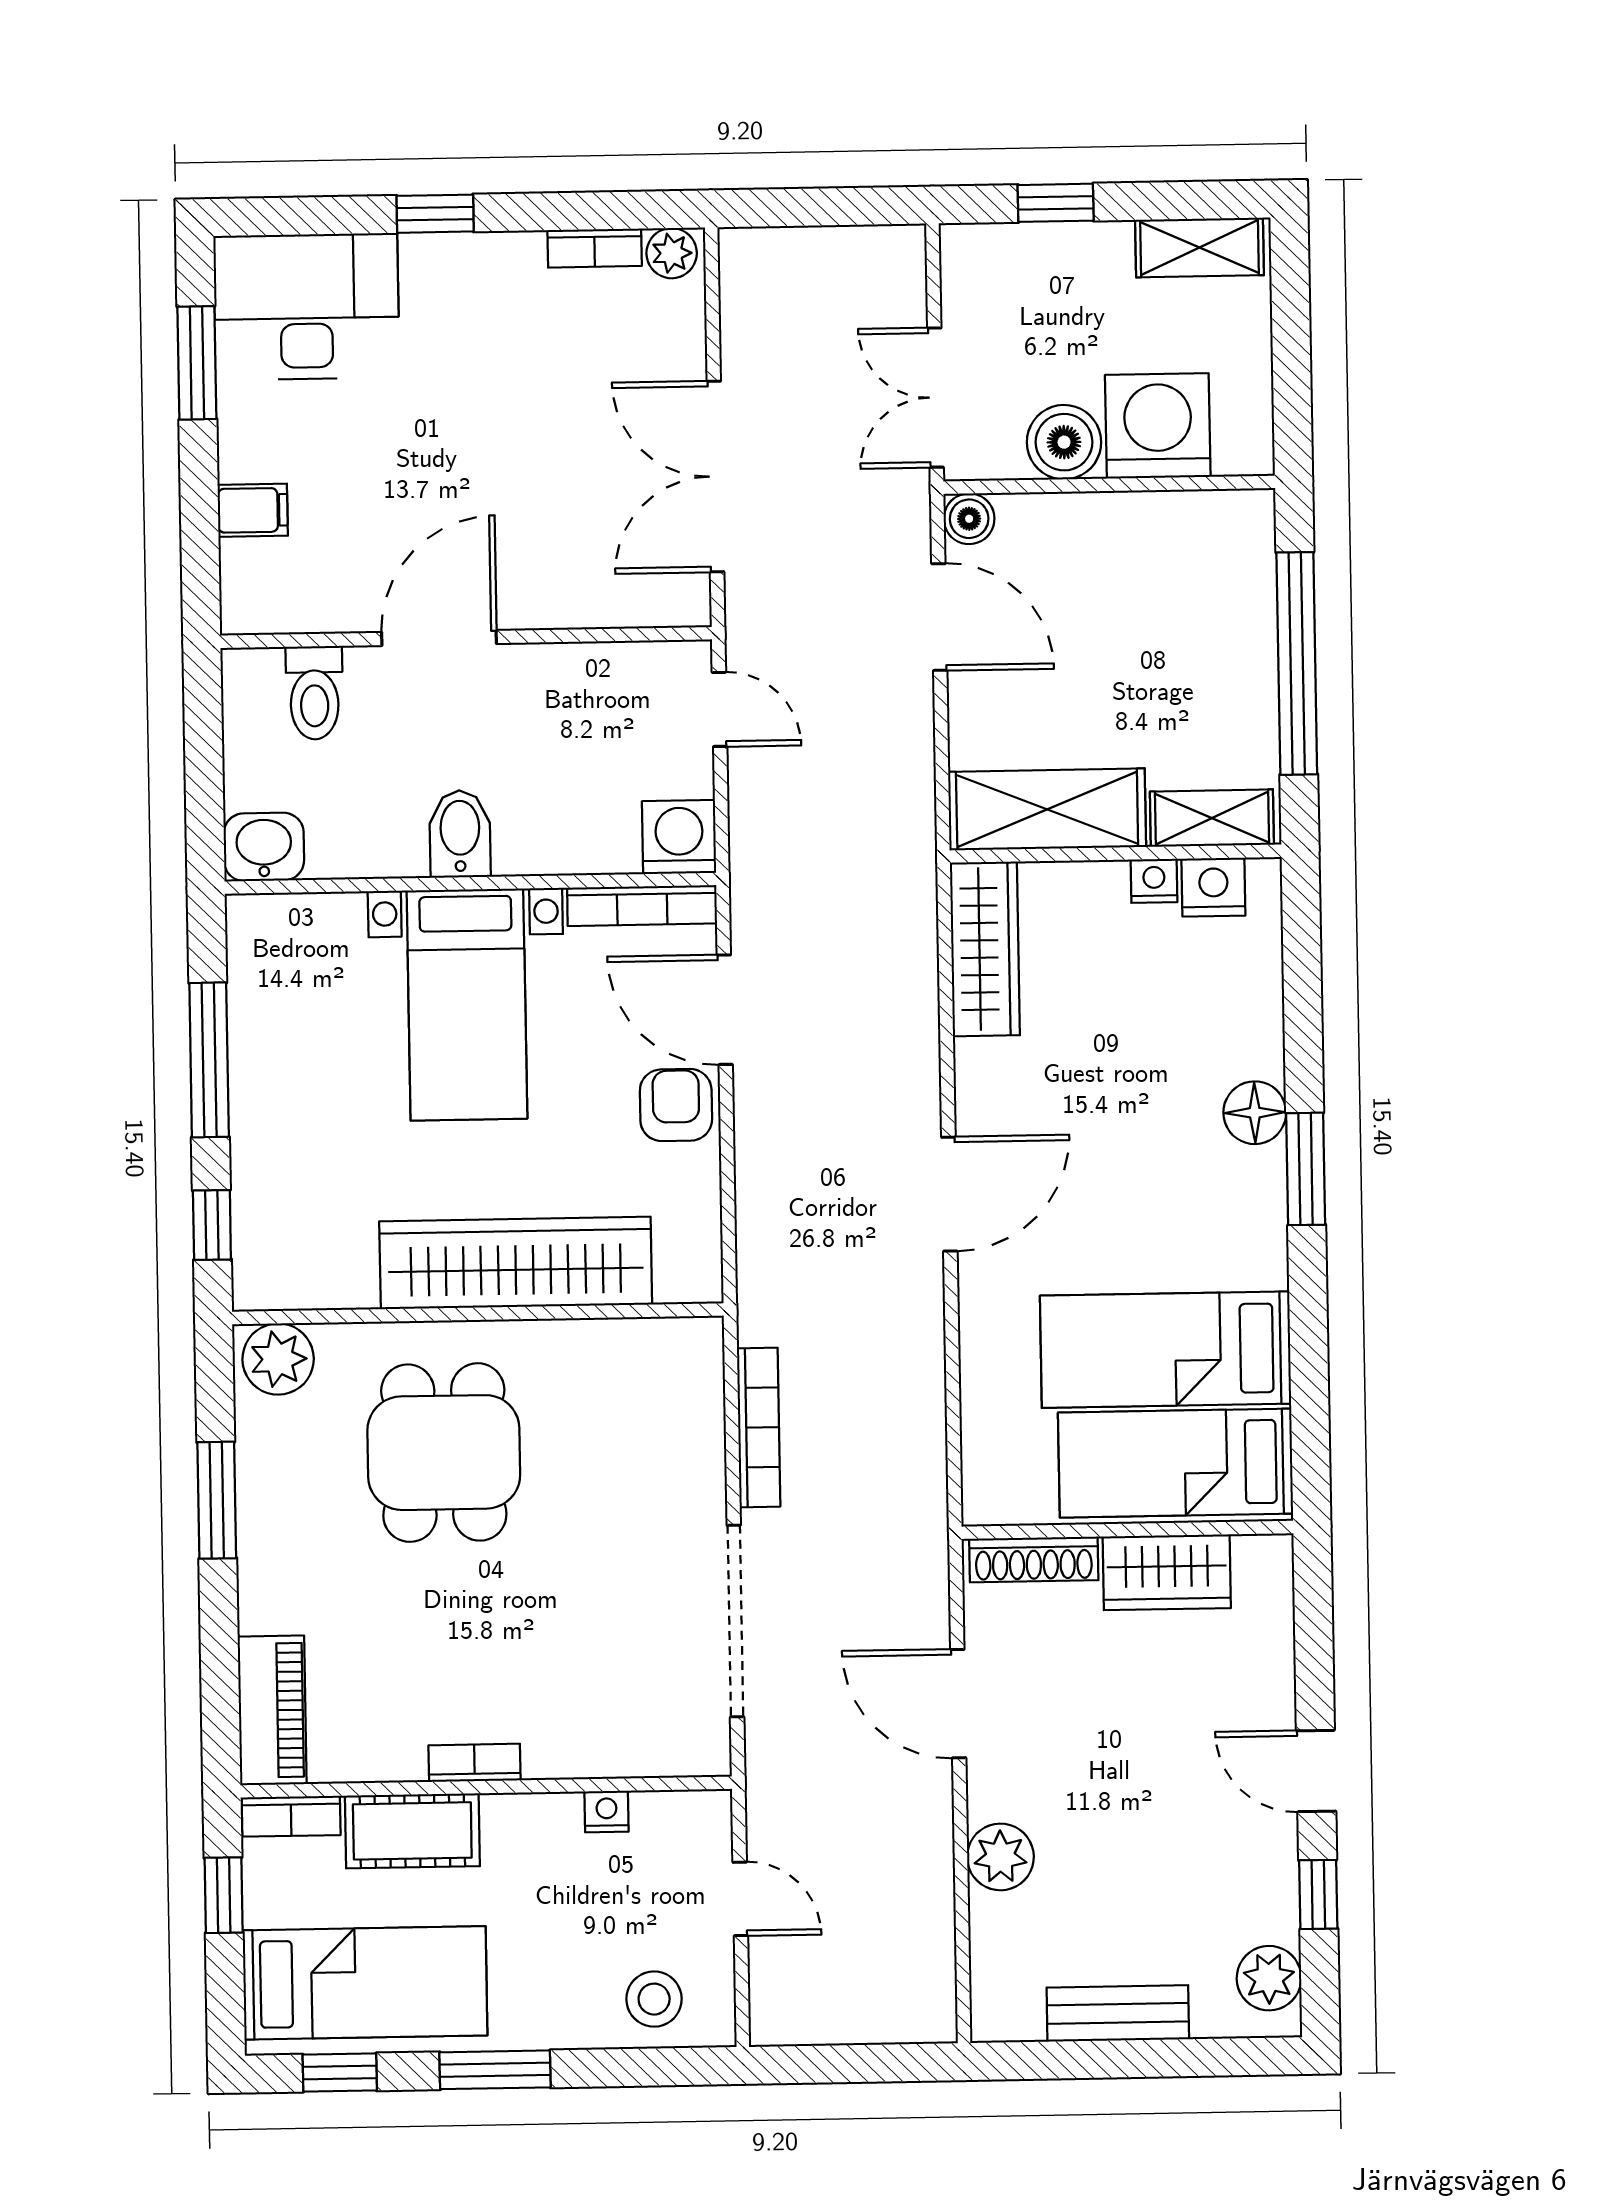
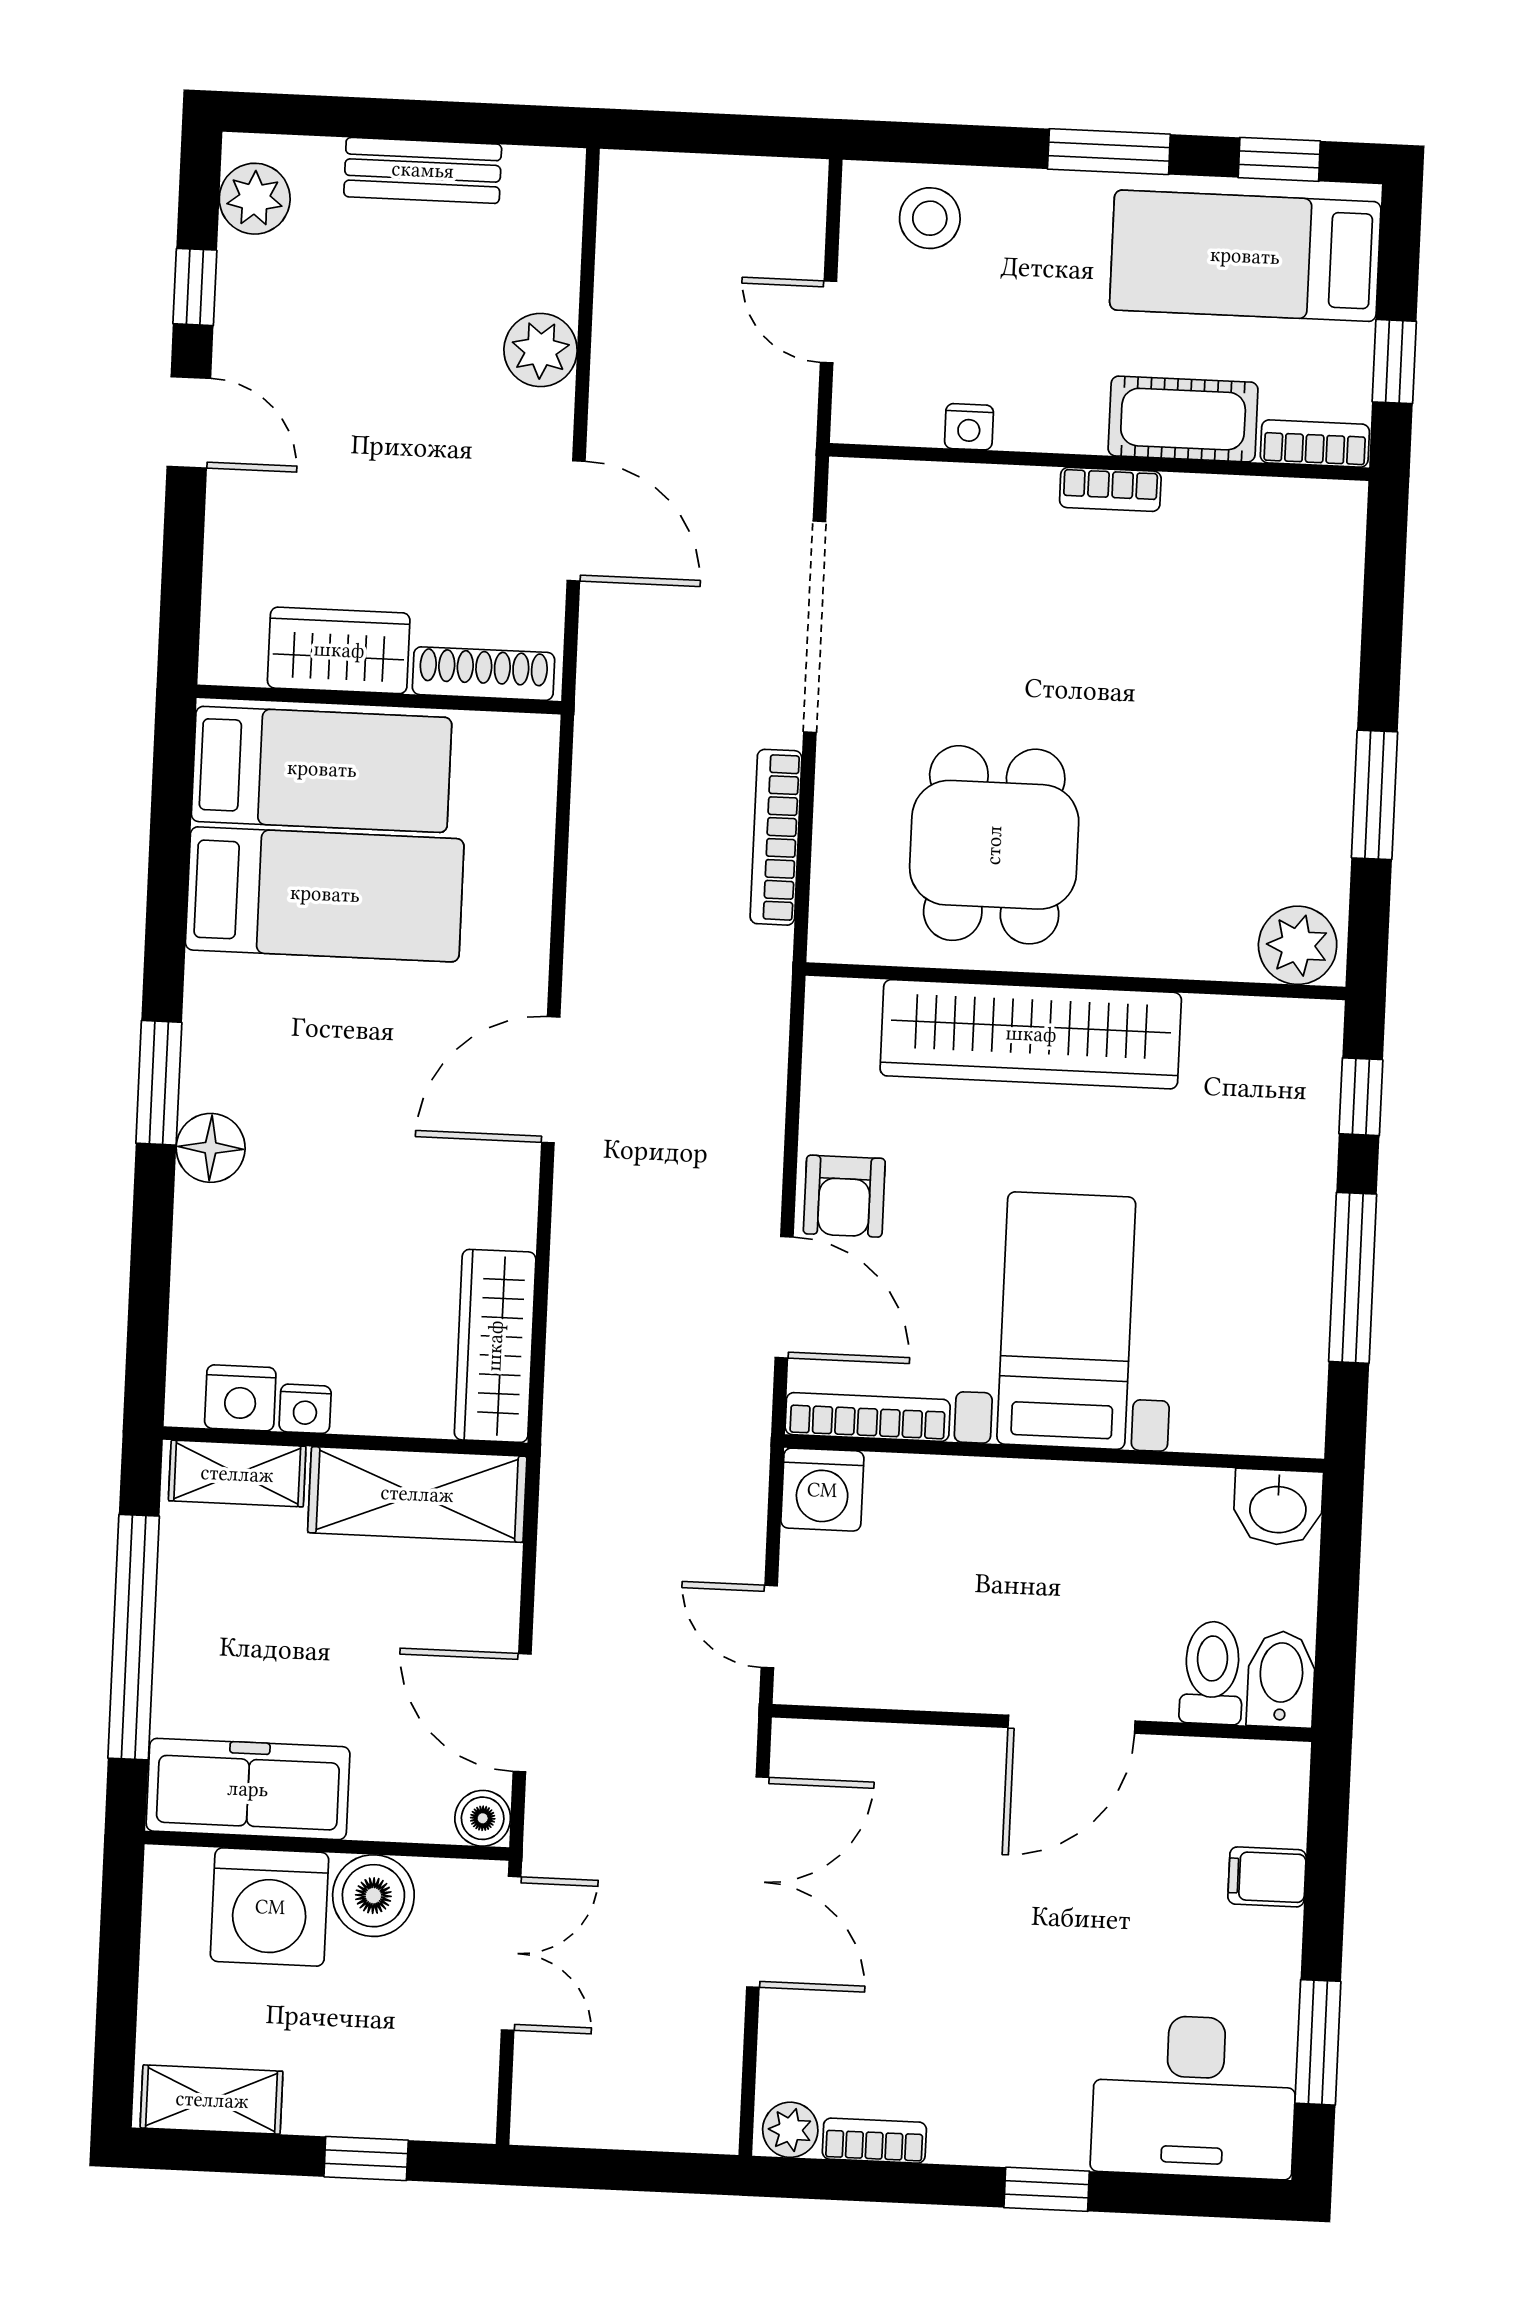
freezer: (1184, 532) -> (248, 1789), added
bidet: (460, 834) -> (1281, 1679), moved, turned 180
dining table: (444, 1453) -> (994, 845), moved
piano: (272, 1710) -> (1328, 561), removed

